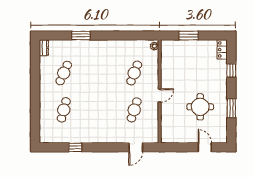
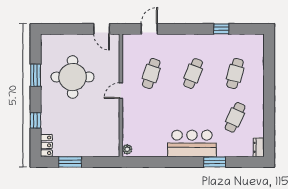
window: (189, 36) -> (70, 162), moved
bar counter: (100, 51) -> (192, 143), added
cafe table: (134, 73) -> (193, 73), moved
round table: (200, 107) -> (73, 77), width x1.36, depth x1.36
door: (205, 147) -> (102, 29), moved

